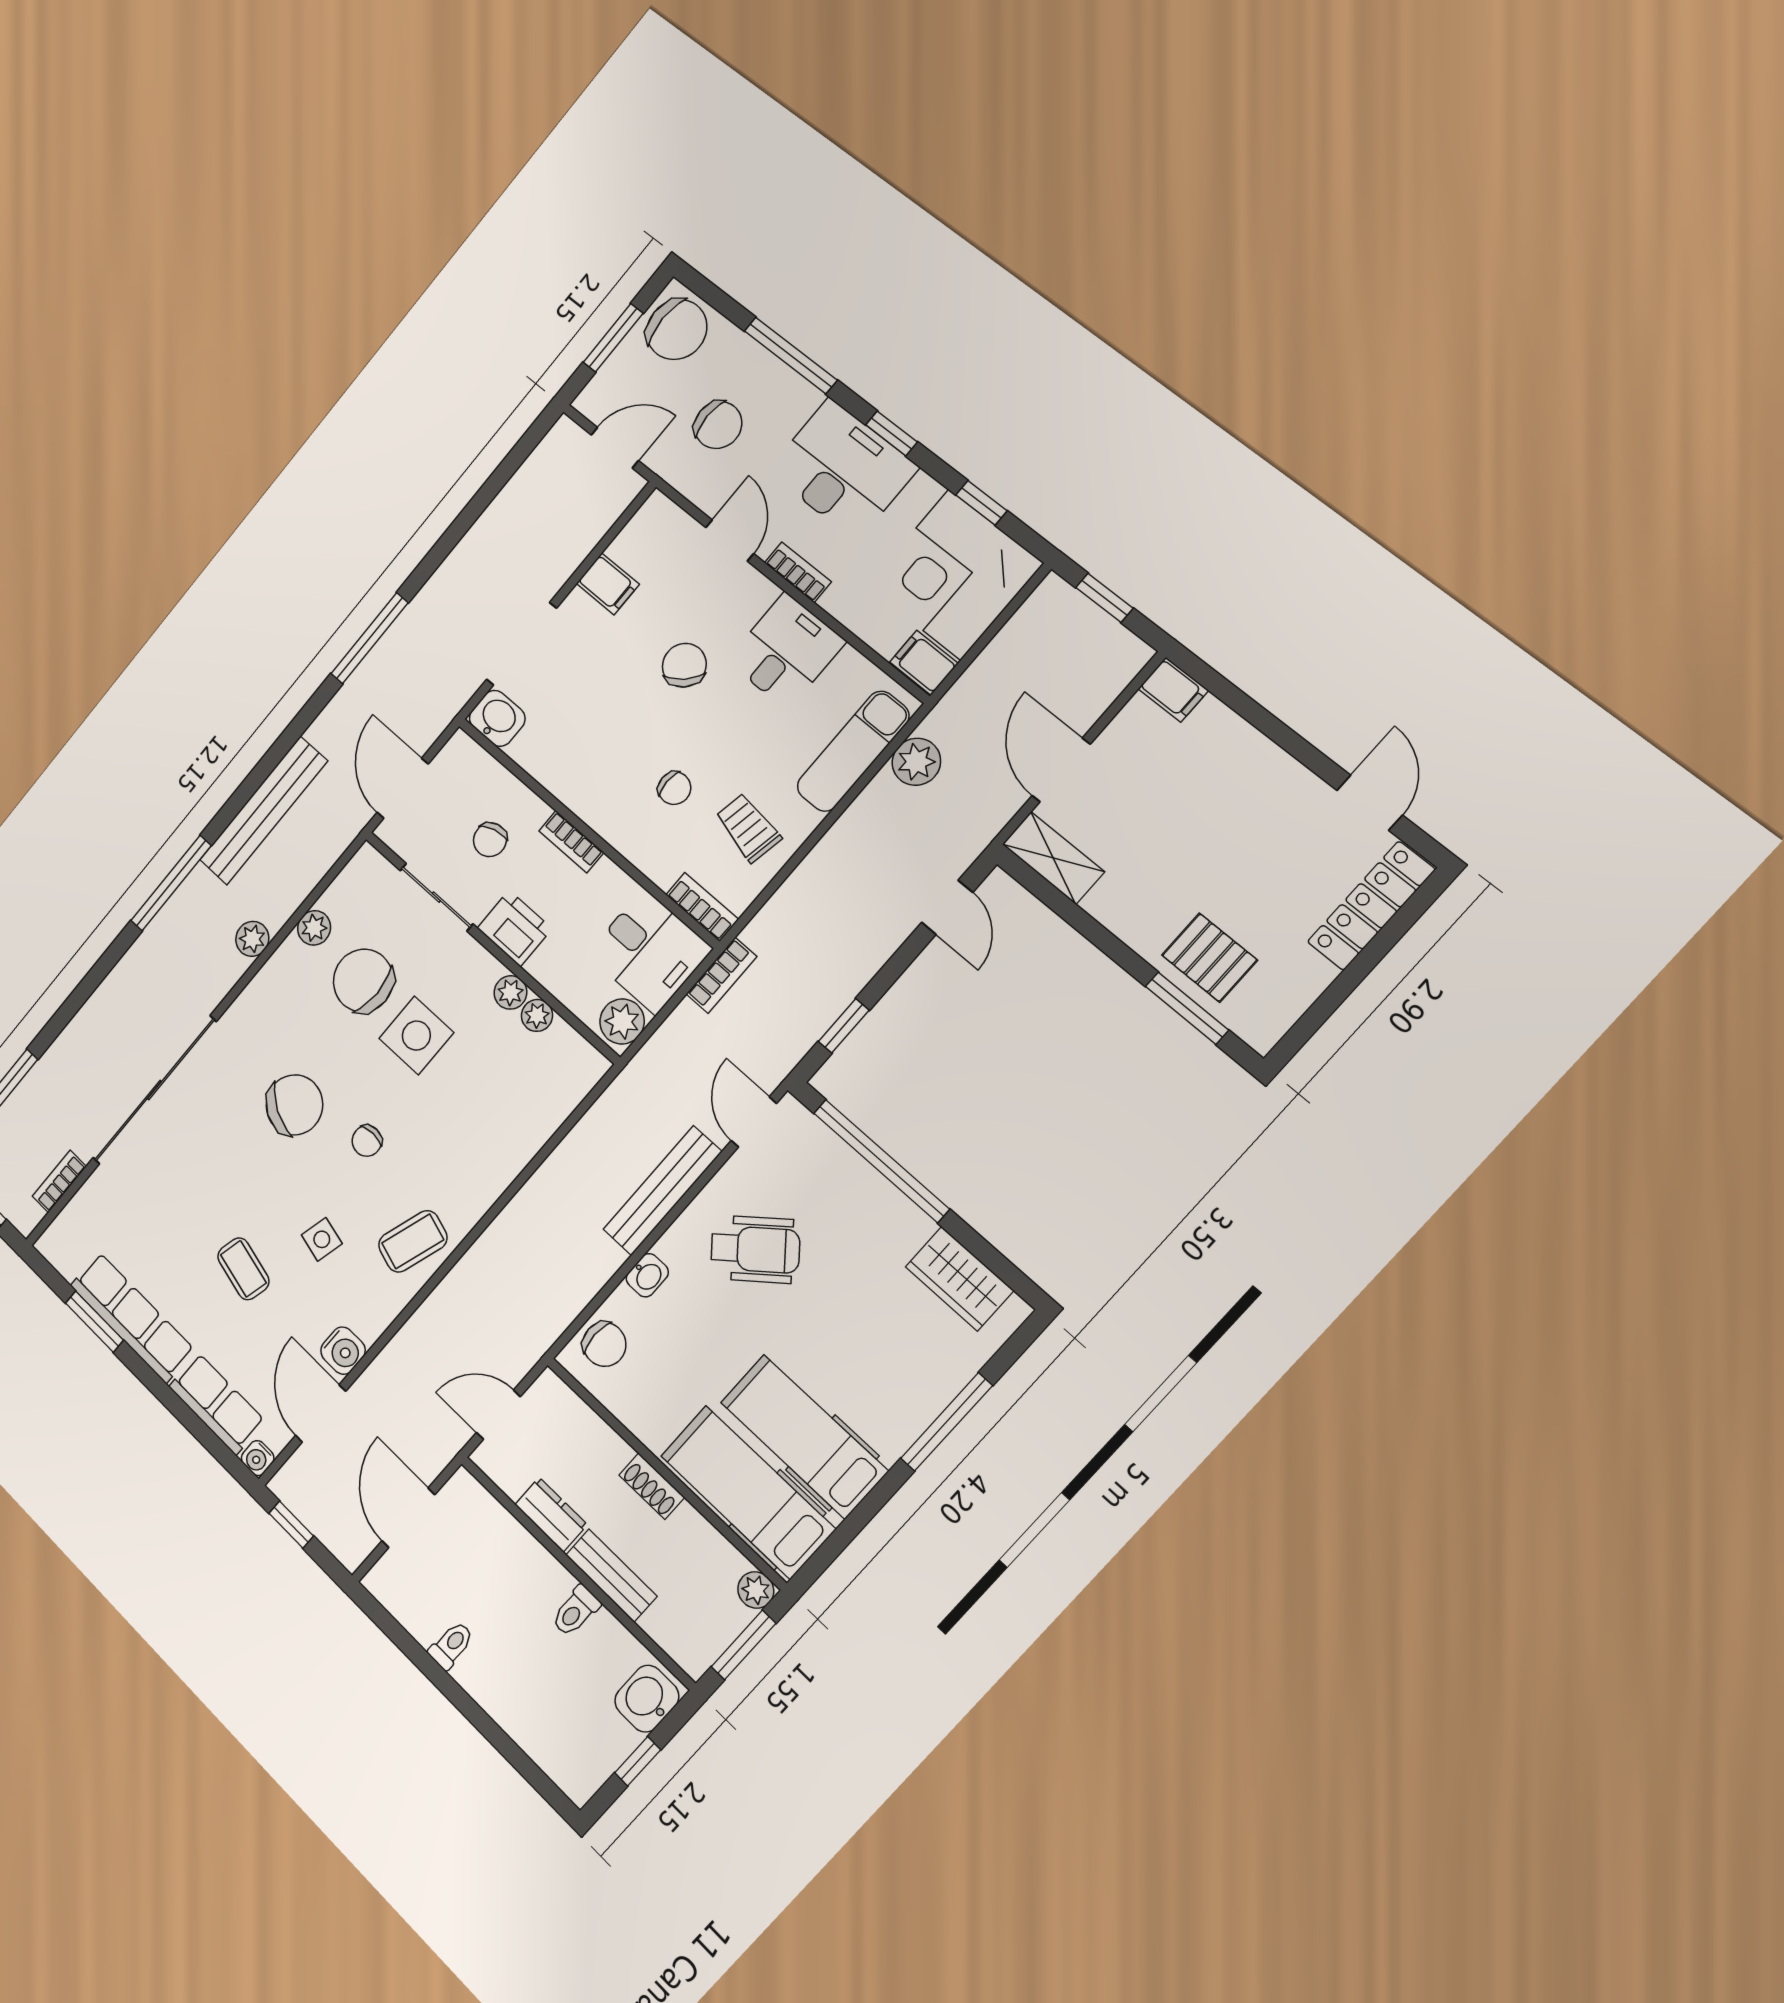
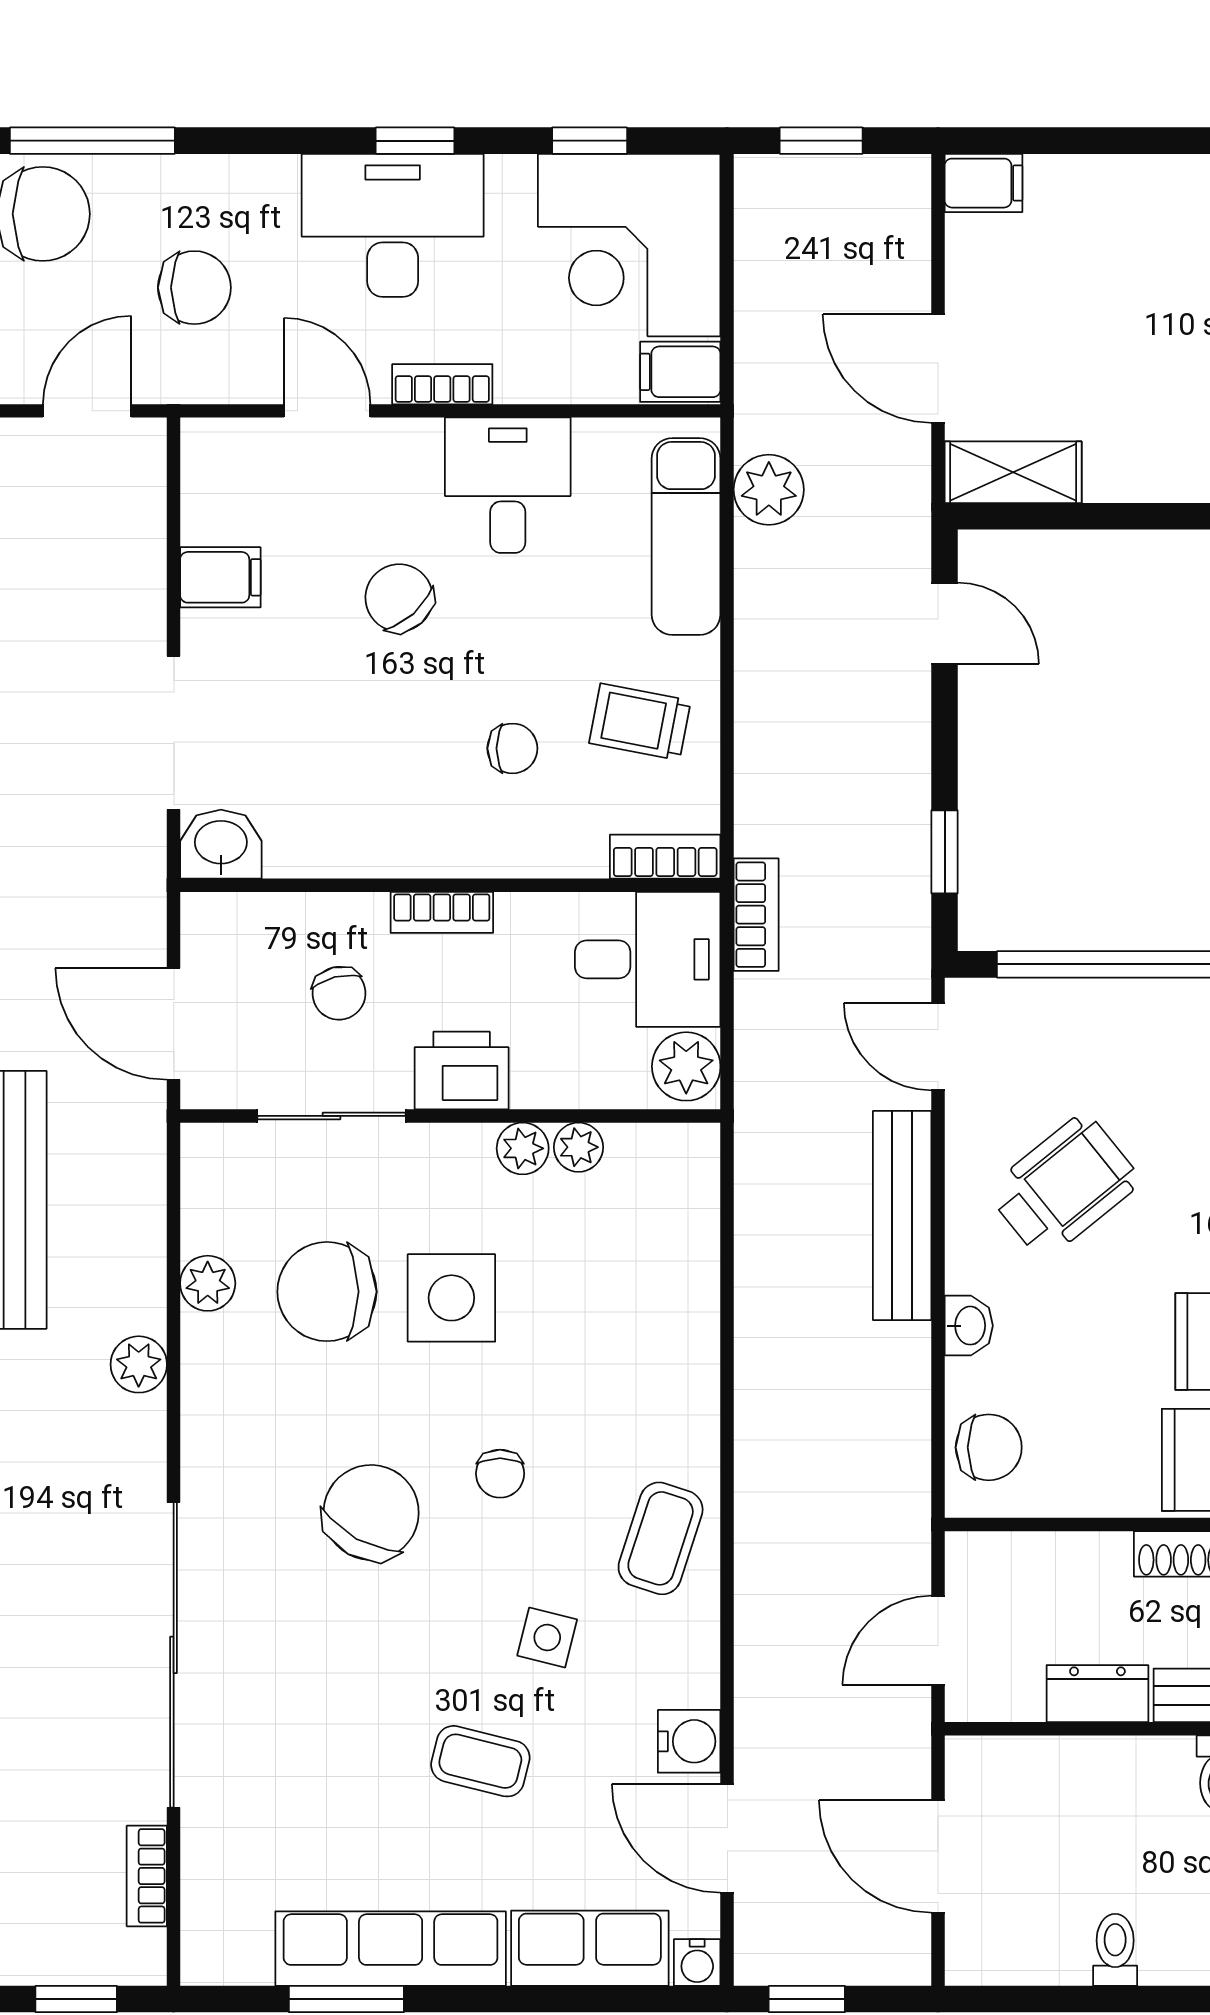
window: (791, 355) -> (92, 141), moved

